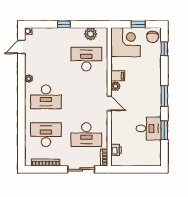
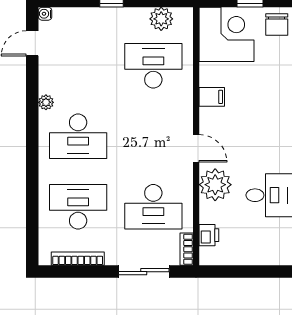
plant: (115, 86) -> (215, 185), moved, width x1.87, depth x1.87

